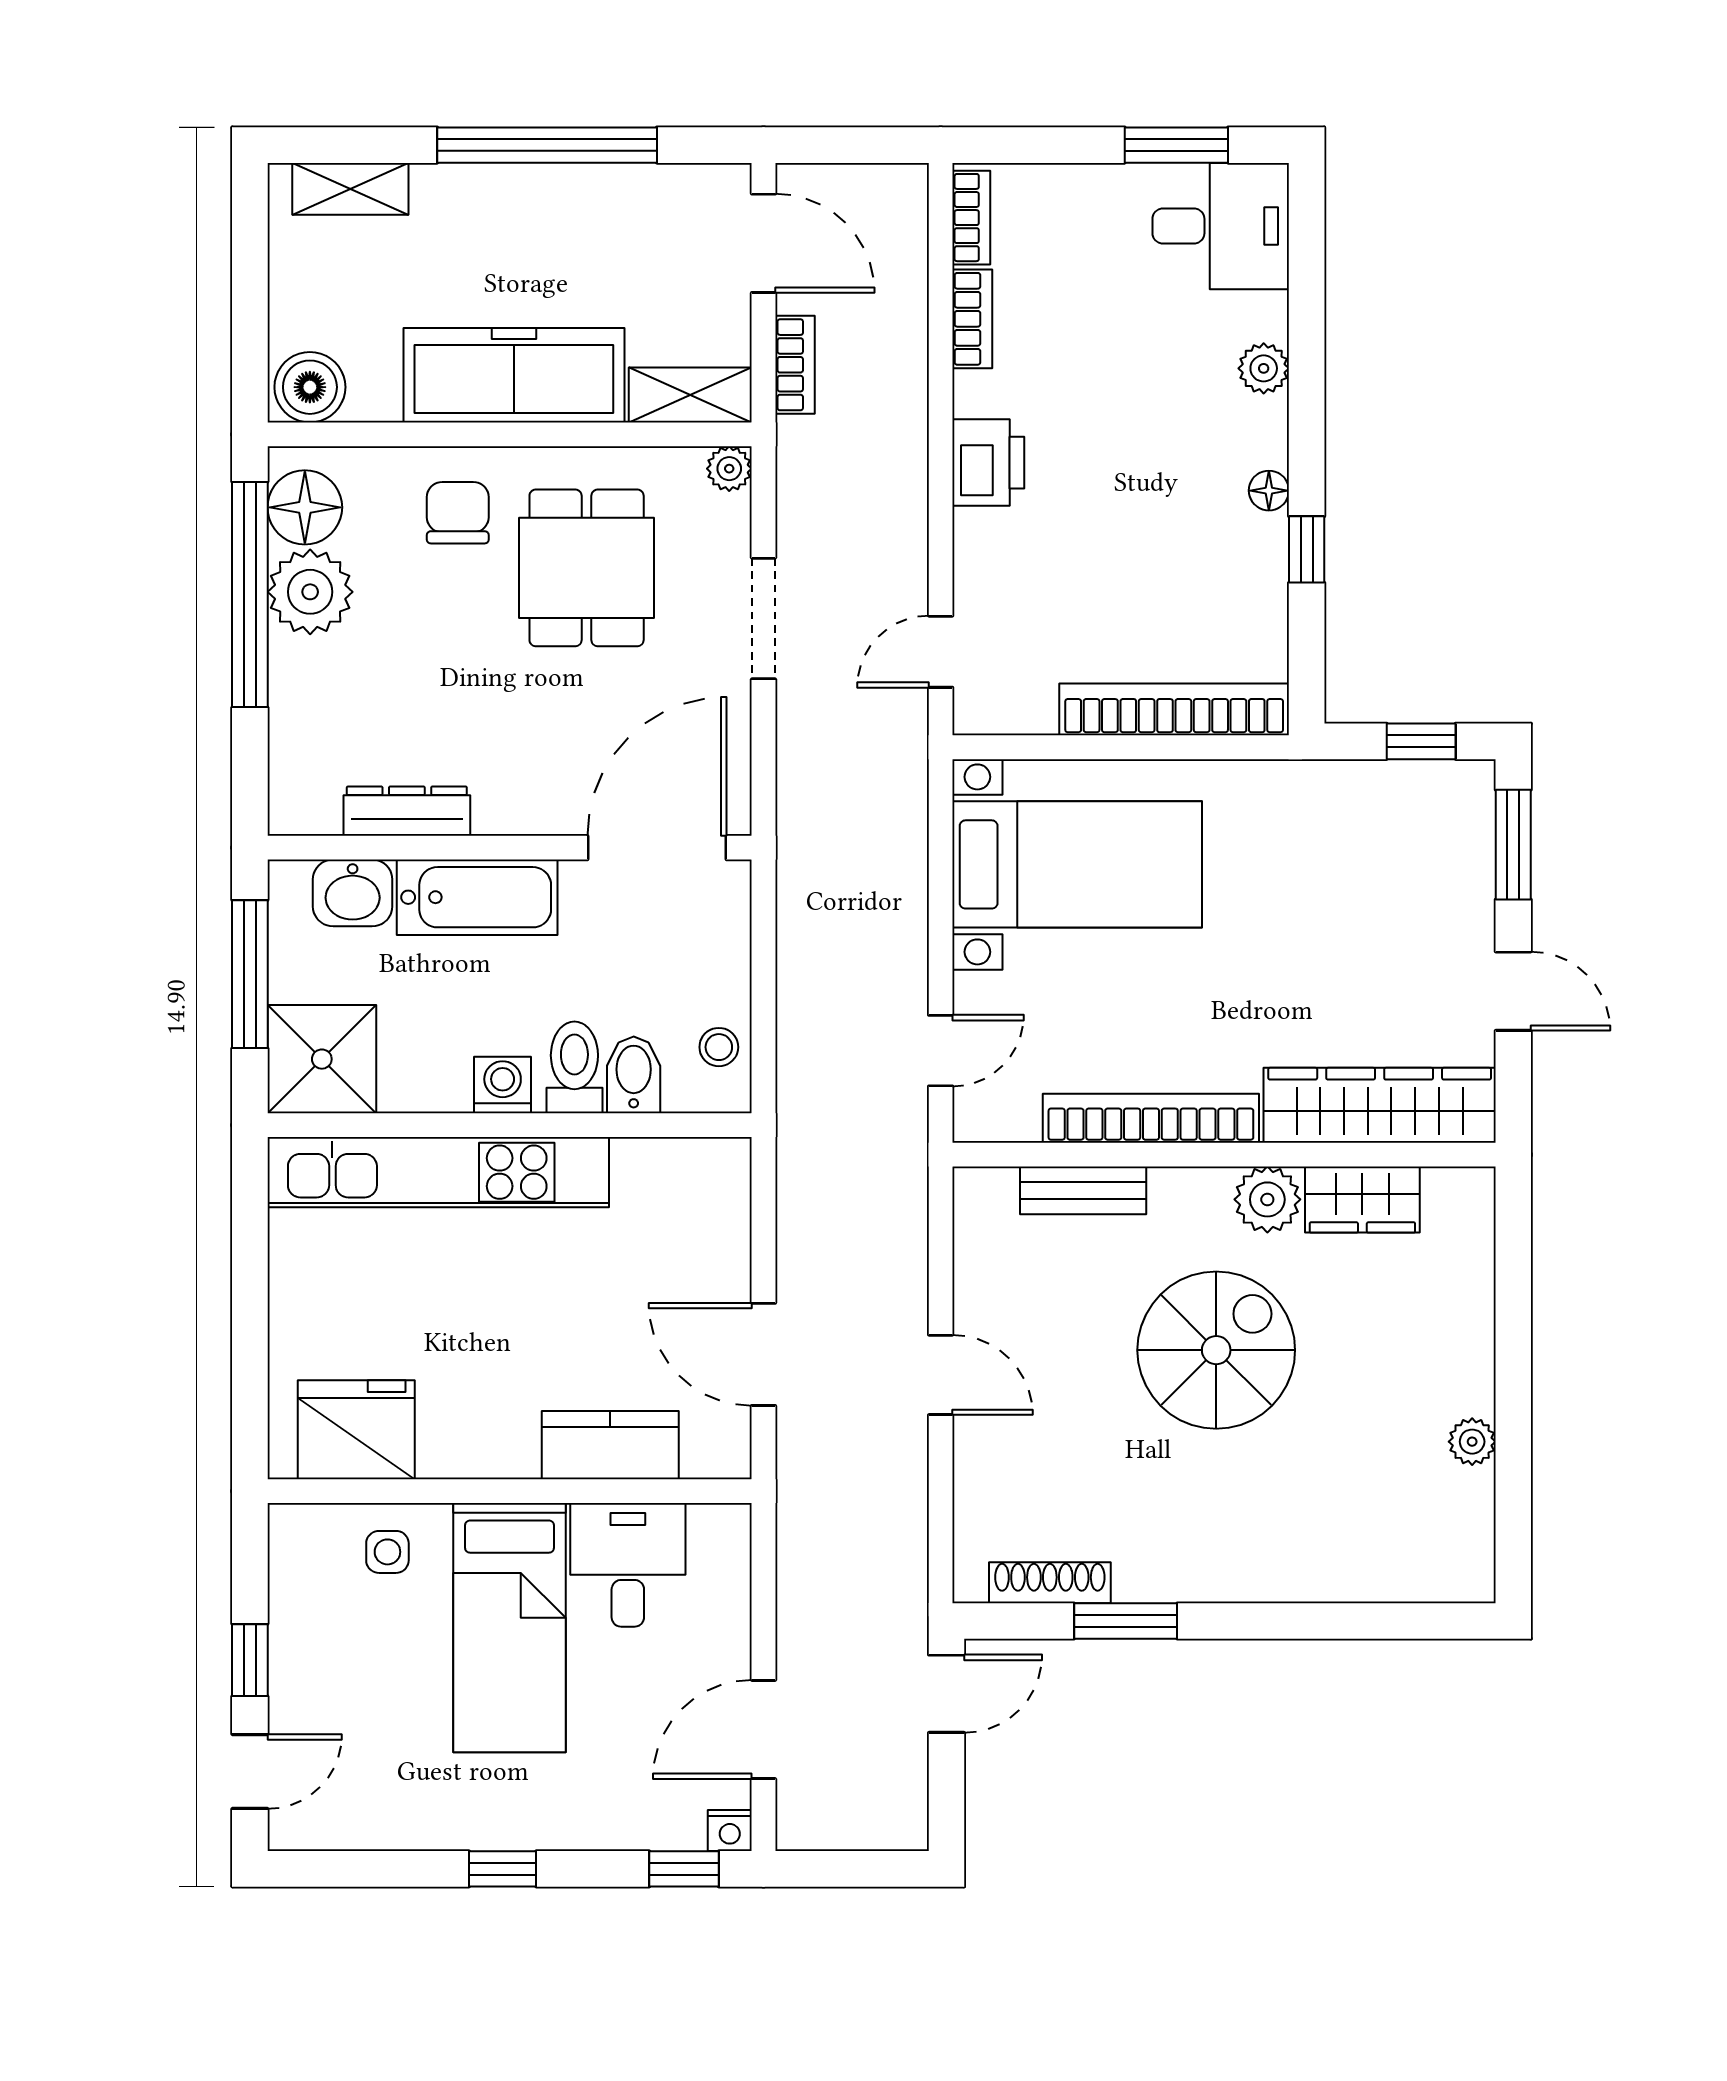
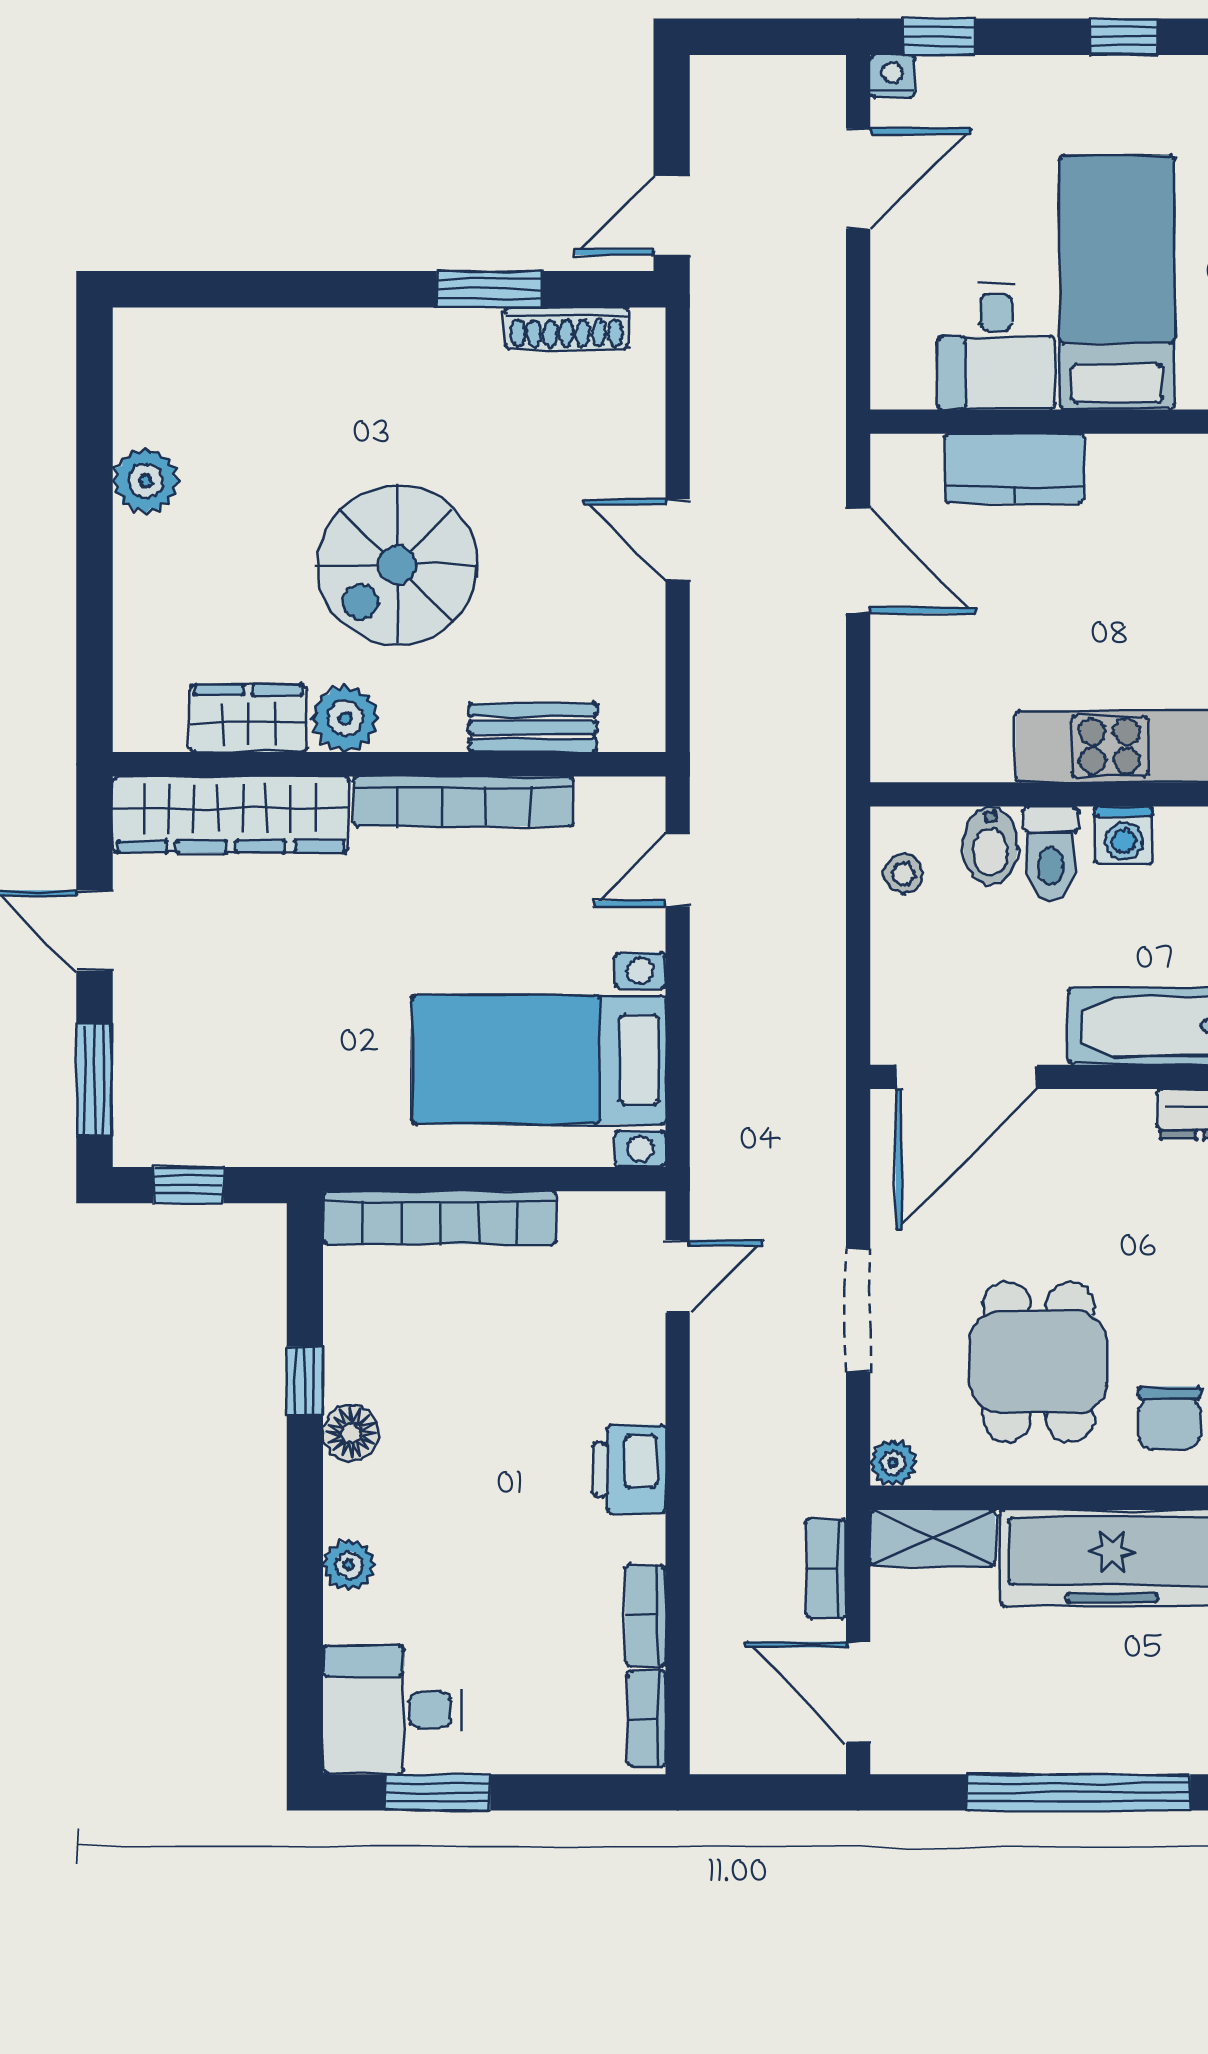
floor lamp: (1269, 491) -> (351, 1433), width x1.37, depth x1.37
plant: (1472, 1442) -> (145, 481), width x1.38, depth x1.38

